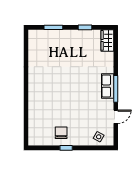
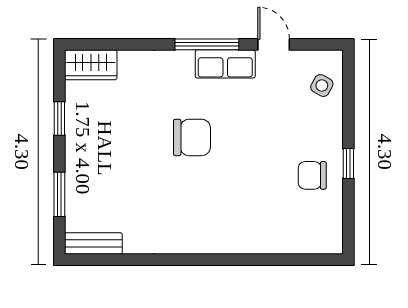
bench: (33, 42) -> (93, 243), added
chair: (77, 83) -> (192, 137), added
row of seats: (108, 86) -> (225, 64), moved

